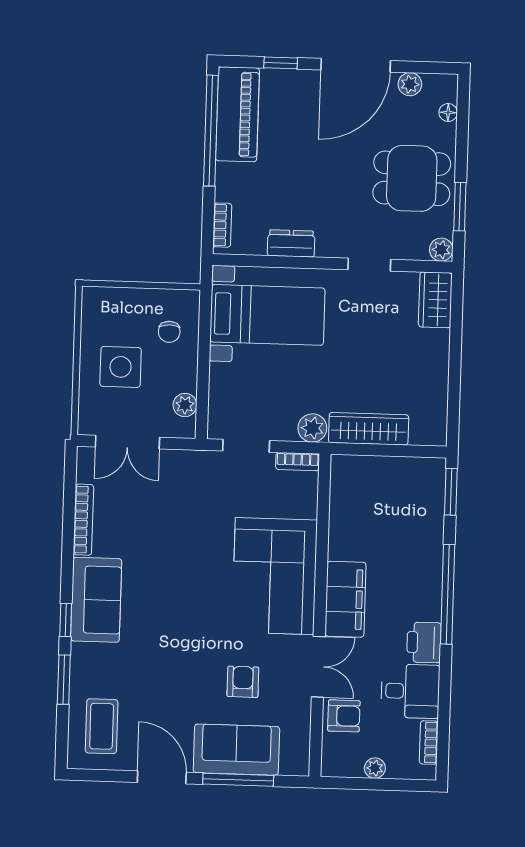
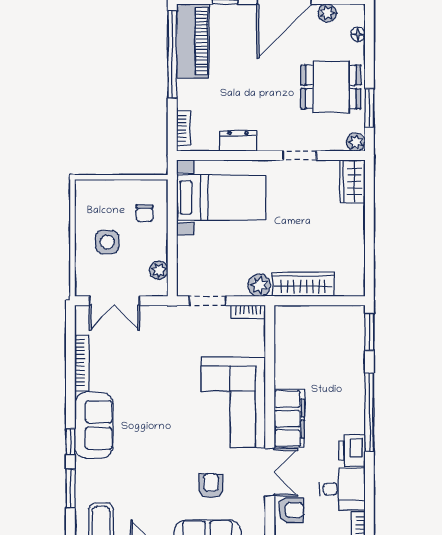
side table: (121, 367) -> (107, 242), width x0.73, depth x0.73

